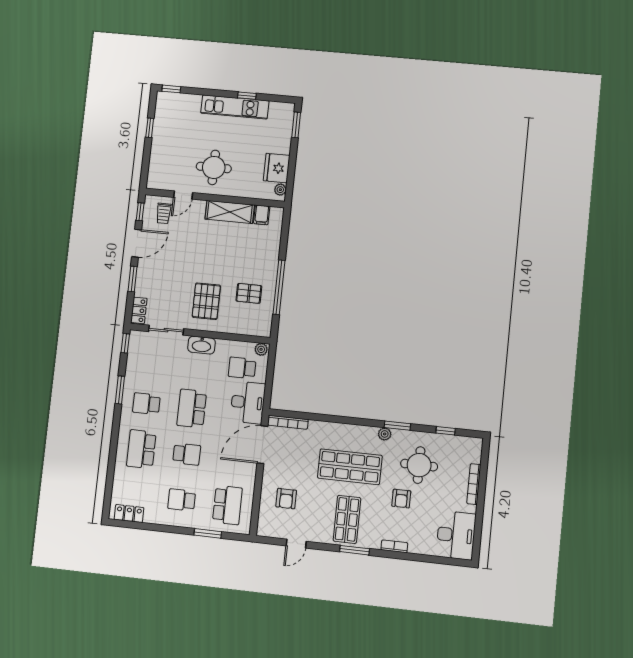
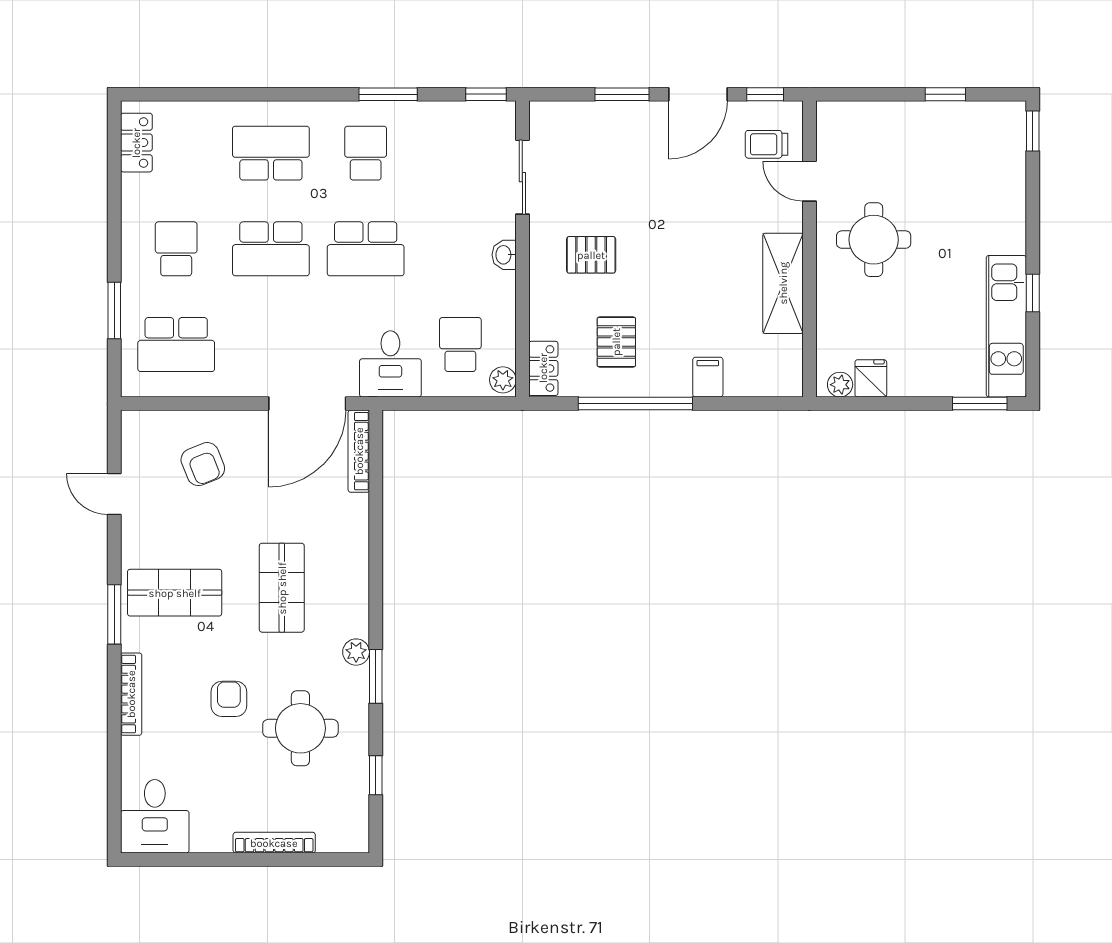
kitchen unit: (235, 107) -> (1006, 326), moved
fridge: (277, 168) -> (871, 378), width x0.53, depth x0.75
filing cabinet: (262, 215) -> (708, 377), moved, turned 90
door: (137, 243) -> (698, 94), hinge flipped
pallet: (206, 301) -> (591, 255), width x0.67, depth x0.71
locker: (139, 310) -> (543, 368), moved, turned -90
washbasin: (202, 345) -> (504, 255), width x0.52, depth x0.69
desk: (248, 402) -> (390, 364), width x0.73
school desk: (192, 408) -> (366, 249), turned 180
door: (262, 445) -> (307, 404), swing flipped
school desk: (187, 454) -> (271, 249), width x1.85
shop shelf: (350, 467) -> (282, 588), width x0.70, depth x0.74
armchair: (286, 499) -> (203, 464), turned -112
armchair: (401, 499) -> (229, 699), turned 90
desk: (456, 535) -> (155, 816), width x0.73
bookcase: (394, 546) -> (131, 694), width x1.56

